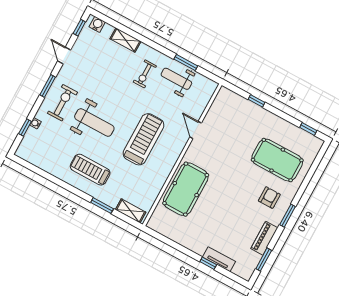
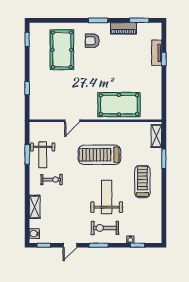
treadmill: (90, 170) -> (142, 182), turned 180

